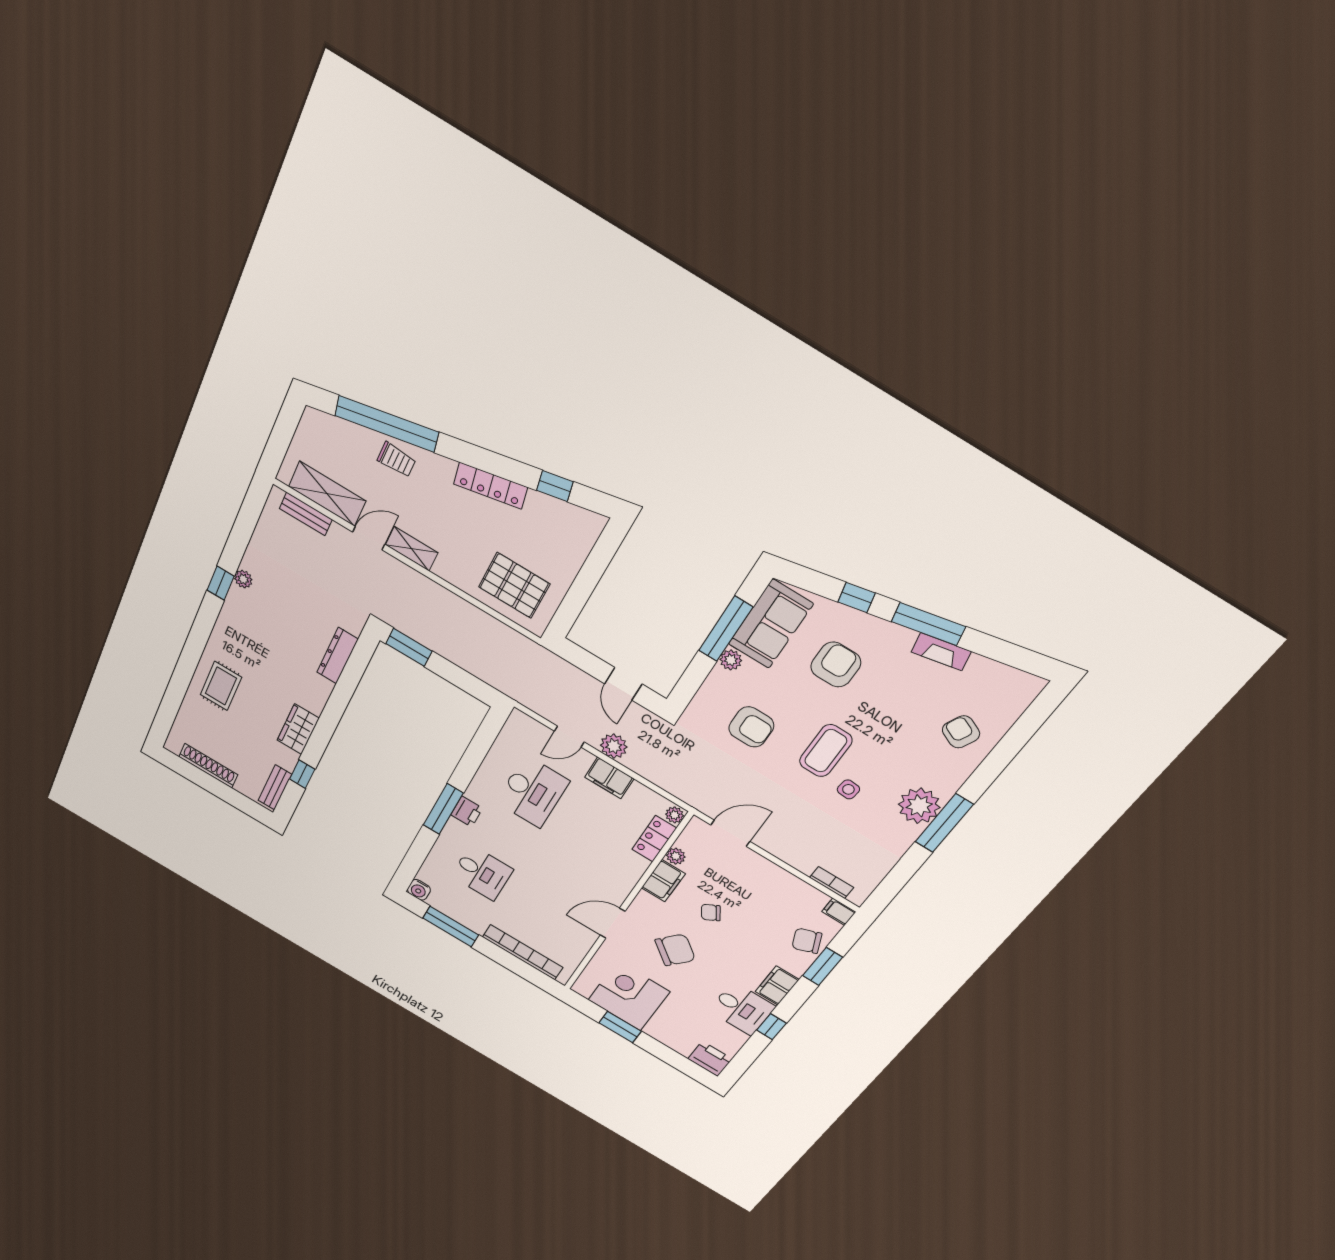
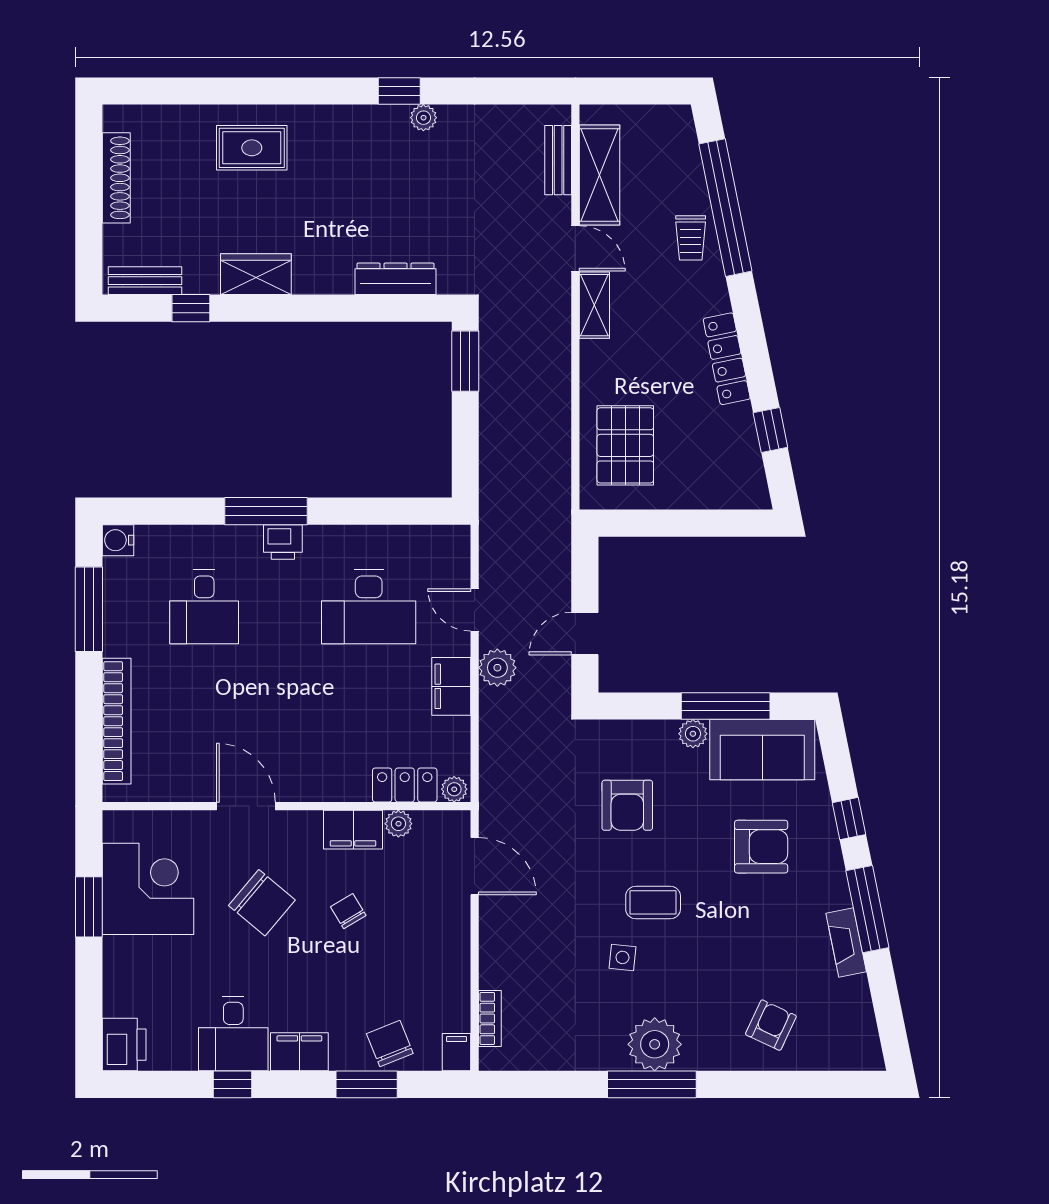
coffee table: (826, 751) -> (653, 902), width x0.73, depth x0.77

